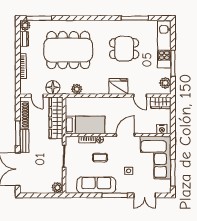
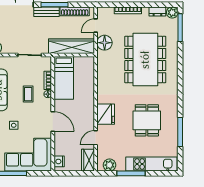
plant: (77, 89) -> (103, 69), removed

